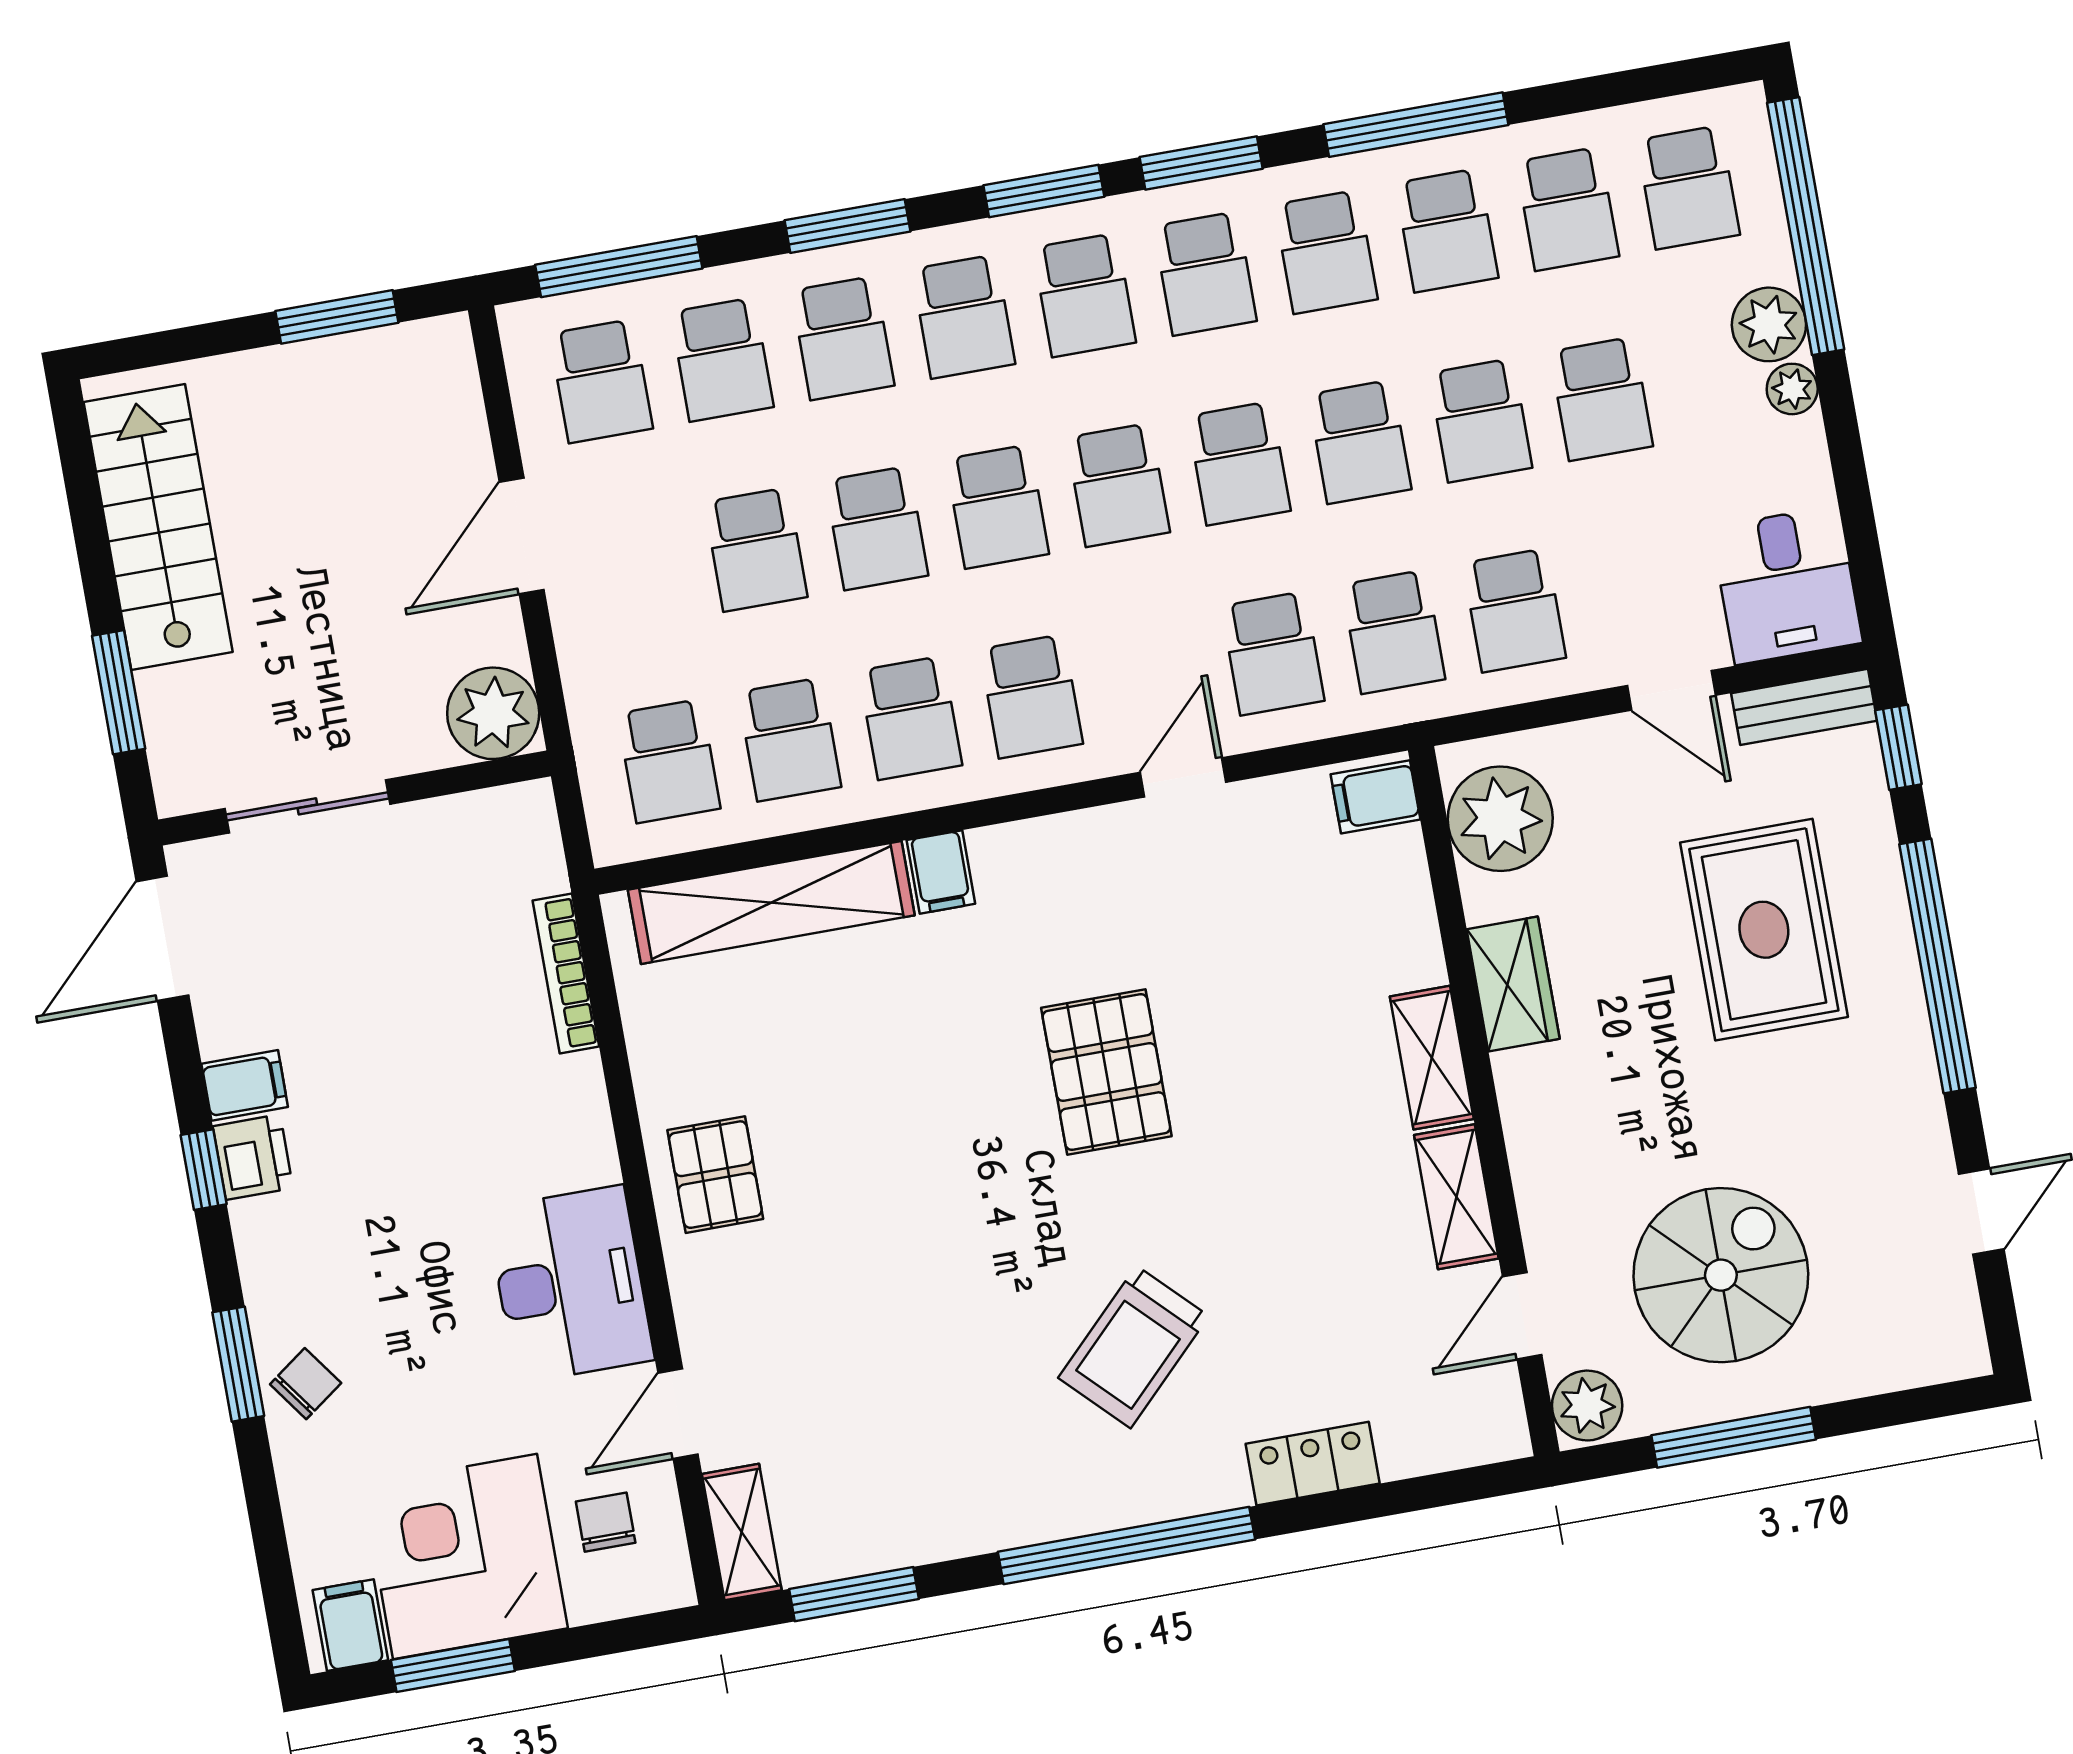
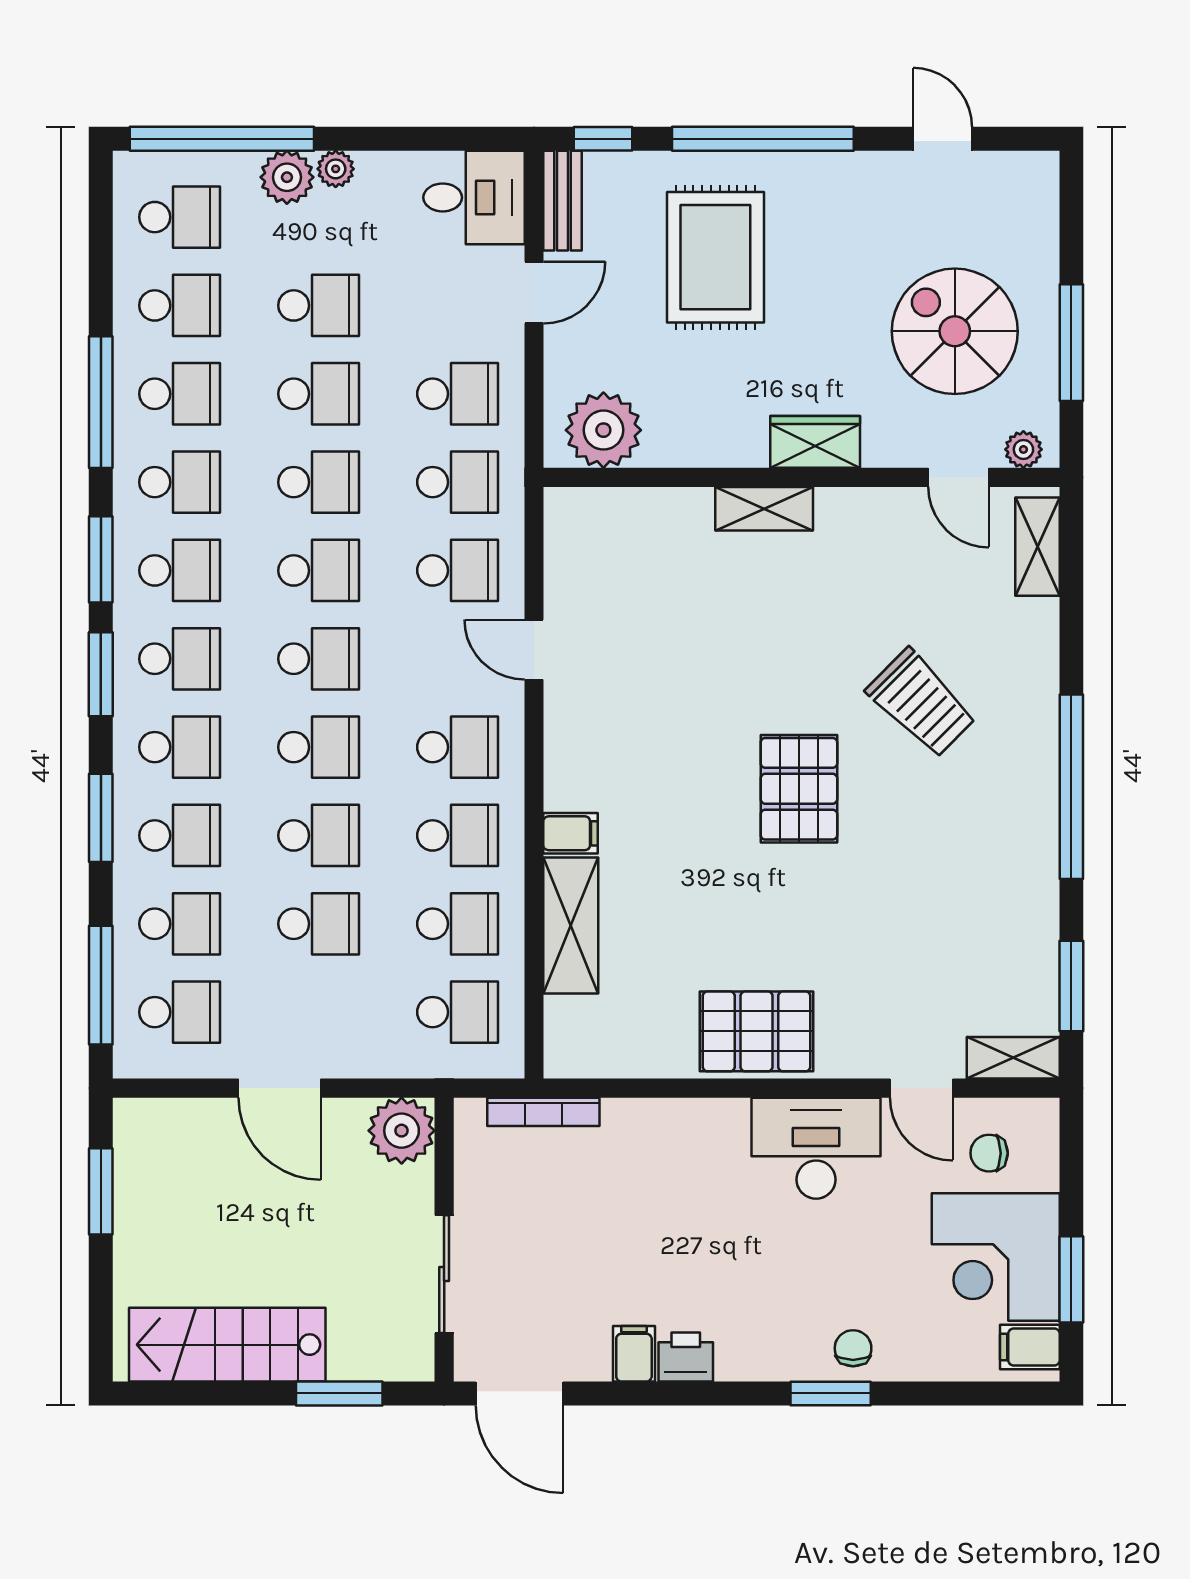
filing cabinet: (1376, 797) -> (572, 516), removed
shelving: (771, 903) -> (571, 926), width x0.68
rug: (1764, 930) -> (715, 257), turned 90
bookcase: (566, 974) -> (543, 1112), moved
wardrobe: (1513, 984) -> (815, 442), moved
pallet: (1106, 1072) -> (799, 789), moved, turned 90
window: (204, 1170) -> (688, 1393), removed
pallet: (715, 1175) -> (757, 1031), width x1.50, depth x1.42
shelving: (1456, 1197) -> (1037, 547), moved, turned 90
trolley: (1134, 1347) -> (921, 703), moved
chair: (306, 1384) -> (853, 1348), turned 36
plant: (1587, 1406) -> (1023, 449), width x0.73, depth x0.73
locker: (1313, 1464) -> (1037, 644), removed

